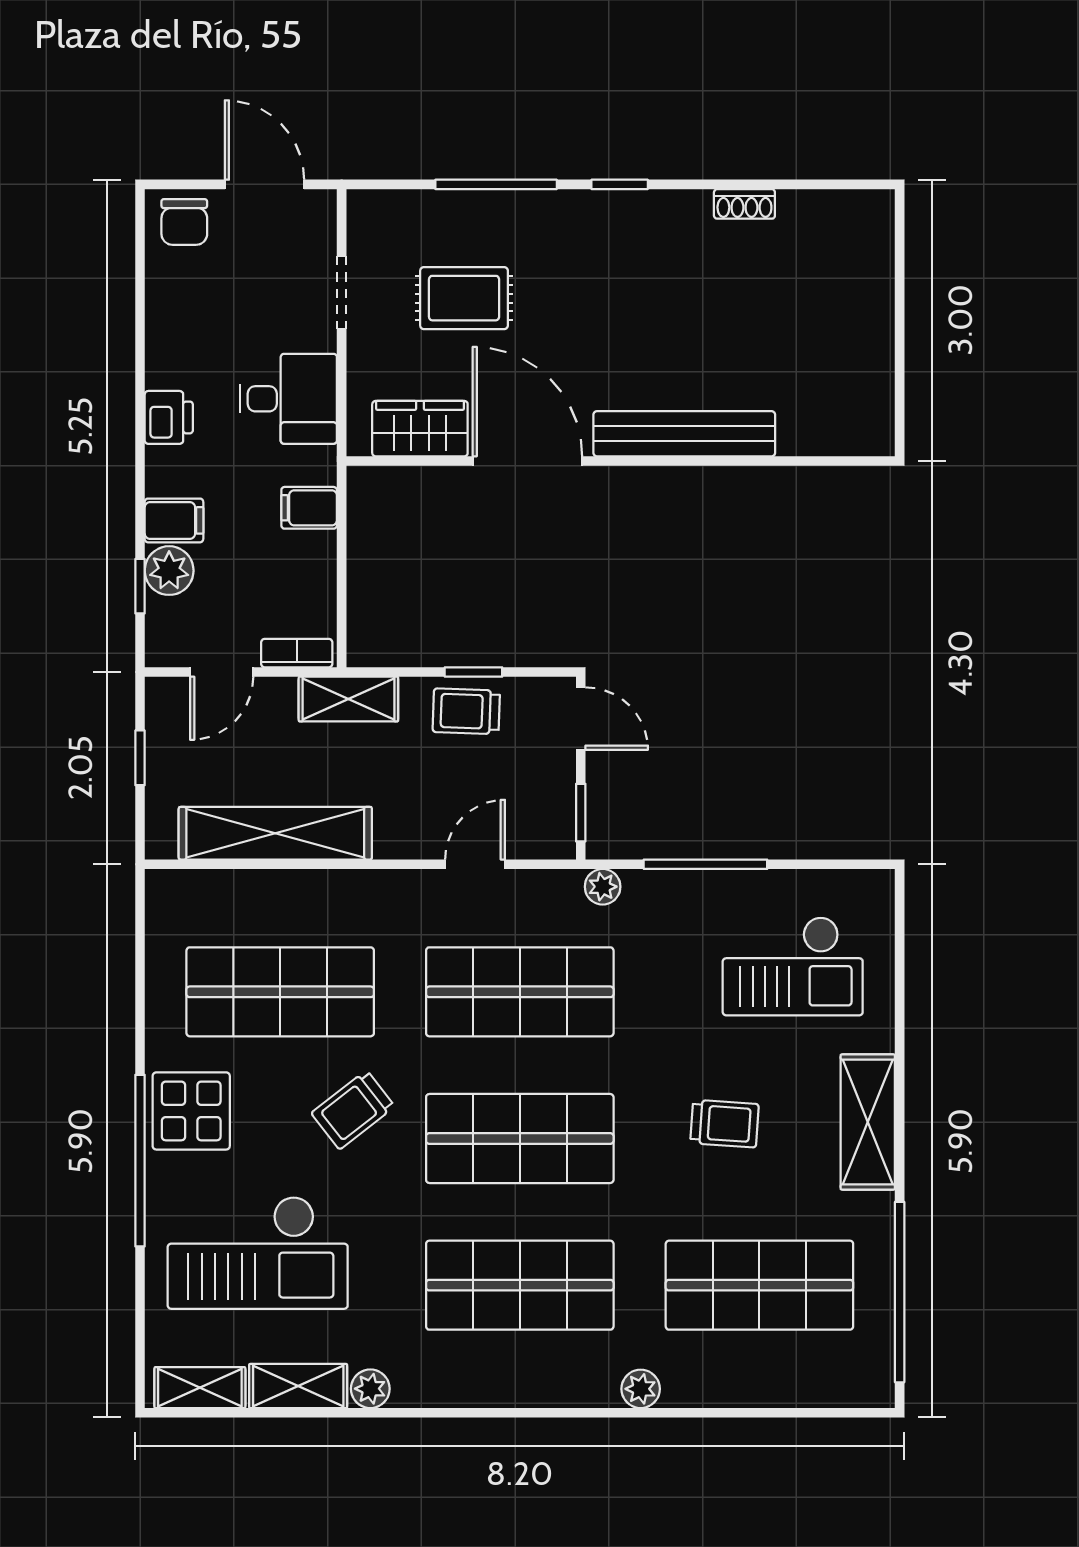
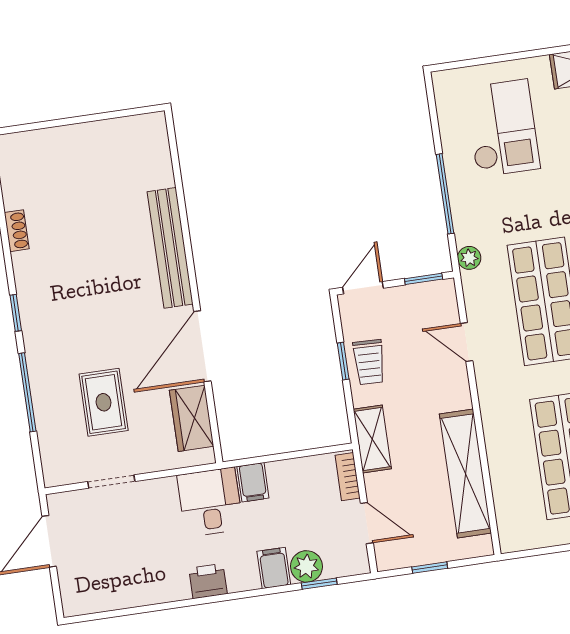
chair: (184, 222) -> (81, 589), removed
desk: (288, 399) -> (210, 502), moved

